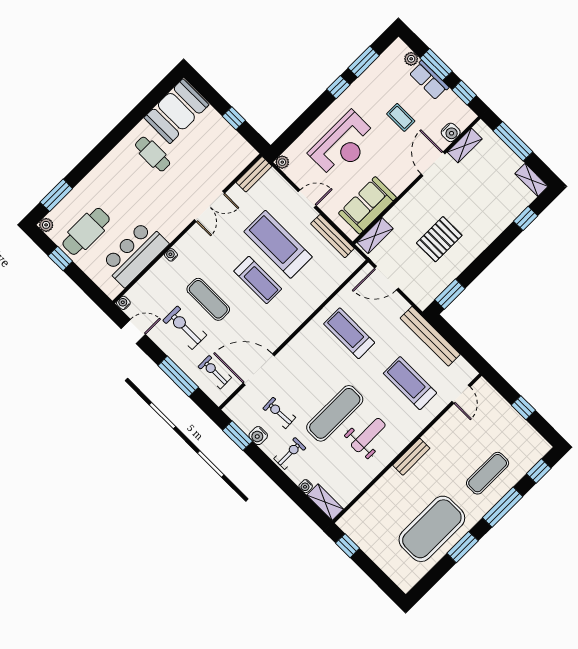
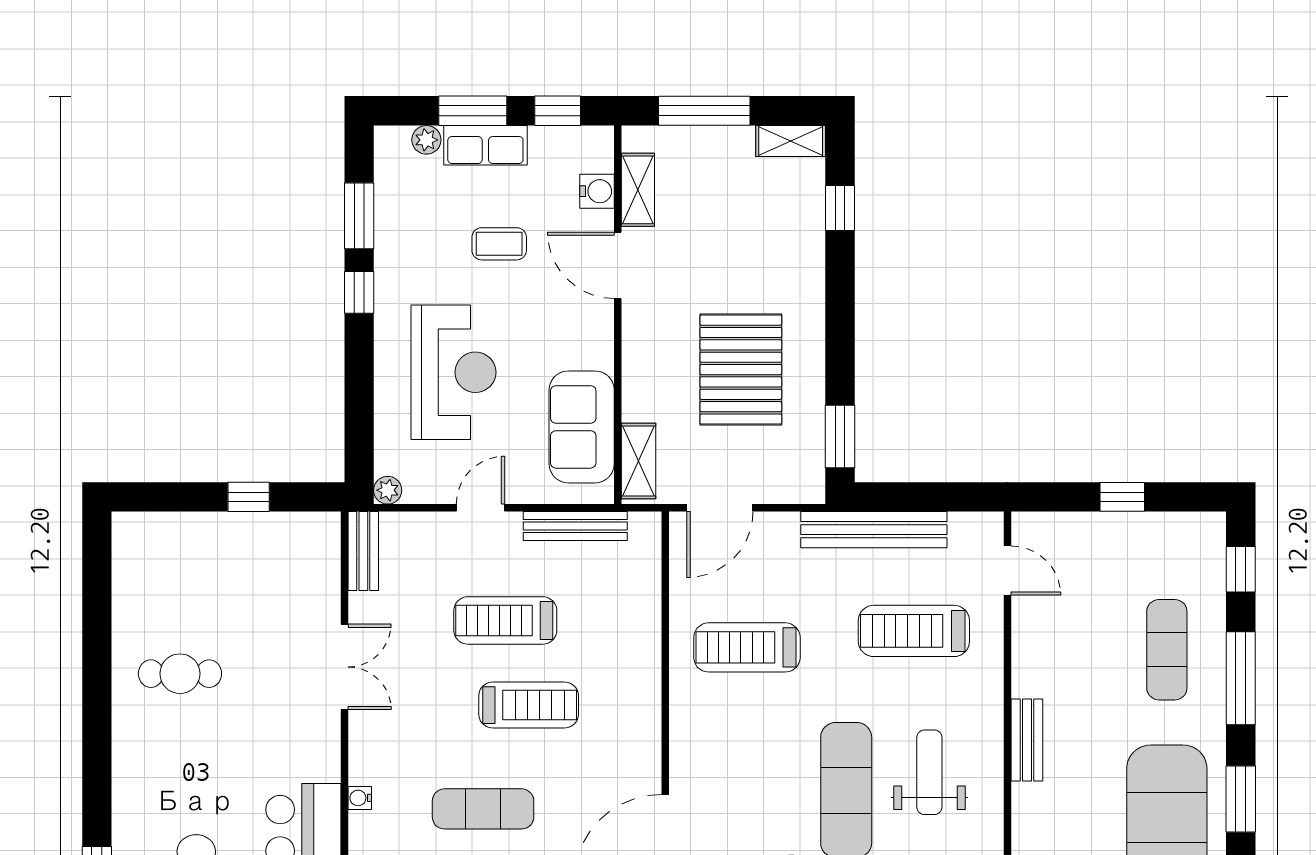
booth: (176, 111) -> (151, 573), removed
pallet: (439, 239) -> (741, 370), width x1.37, depth x1.41
treadmill: (278, 244) -> (505, 620), width x0.73, depth x0.73

